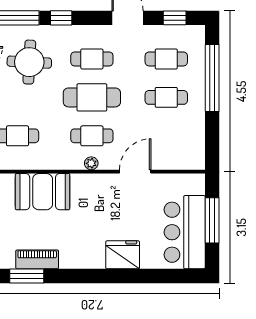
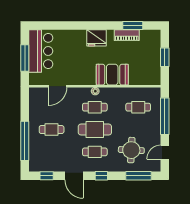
window: (61, 18) -> (101, 176), moved
cafe table: (166, 59) -> (52, 152), removed
door: (135, 172) -> (58, 86), moved
booth: (43, 192) -> (112, 75), moved
fridge: (123, 255) -> (97, 38), moved

